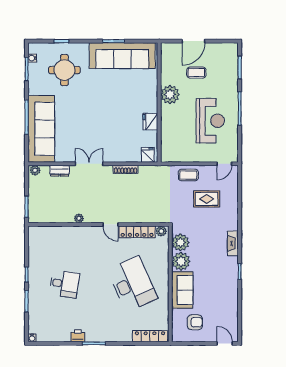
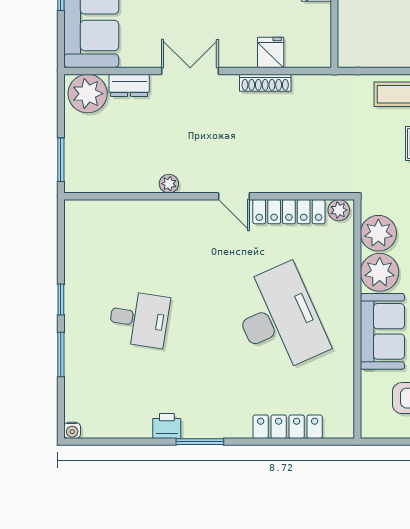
fridge: (148, 155) -> (271, 53), moved
plant: (35, 170) -> (88, 94), width x1.87, depth x1.87
locker: (150, 336) -> (288, 427), moved

